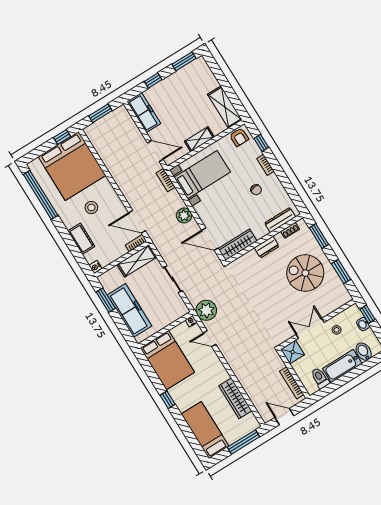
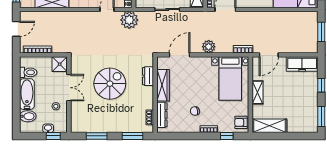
wardrobe: (238, 245) -> (163, 85), moved
dresser: (267, 247) -> (148, 76), moved
spiral stairs: (305, 273) -> (110, 84), moved

